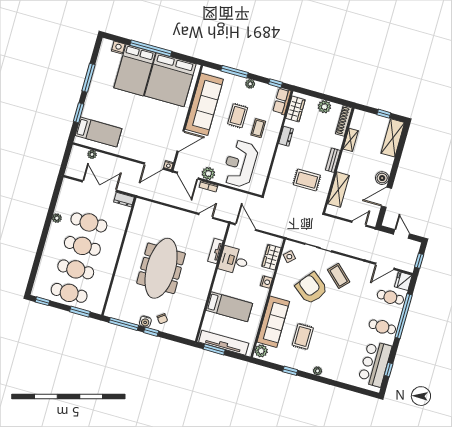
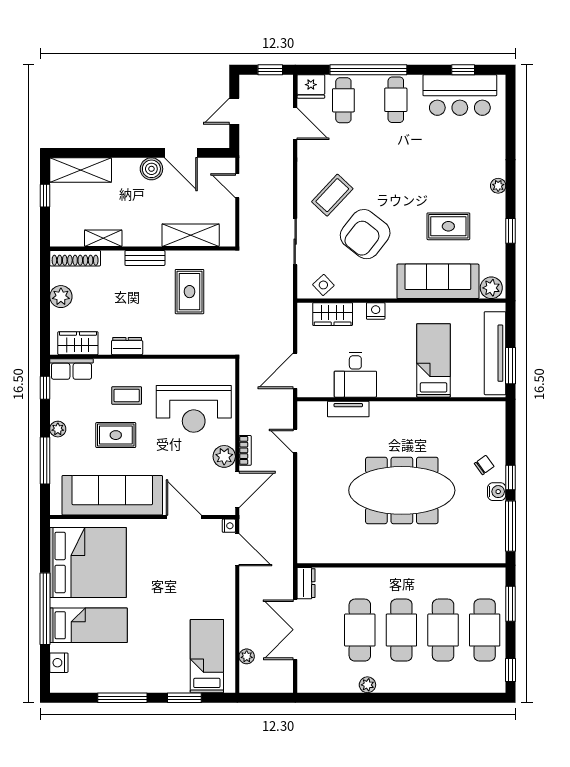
bed: (135, 70) -> (88, 625), width x0.67

